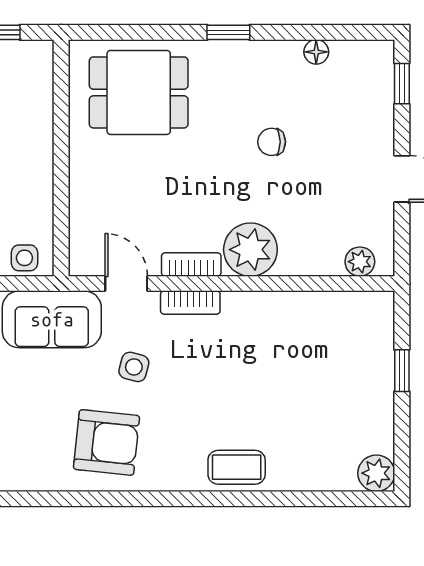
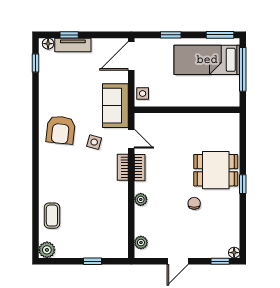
floor lamp: (316, 52) -> (234, 253), moved
dining table: (139, 92) -> (216, 170), moved, turned 90
plant: (250, 250) -> (141, 199), width x0.53, depth x0.53
door: (126, 284) -> (131, 139), hinge flipped
coffee table: (237, 467) -> (52, 216), moved

